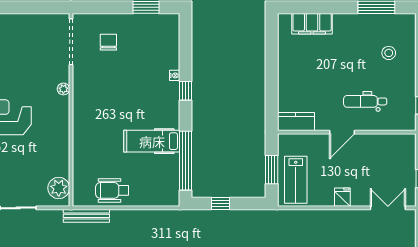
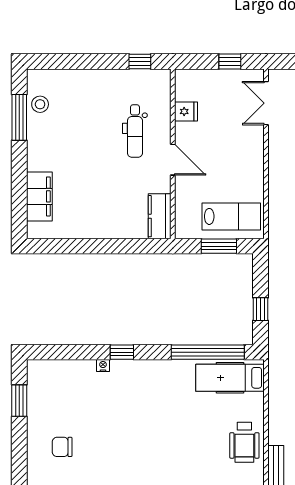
stool: (389, 53) -> (40, 104), moved
hospital bed: (152, 141) -> (230, 378), moved, turned 90
fridge: (342, 197) -> (186, 111), moved, turned 180

